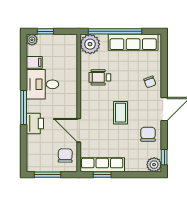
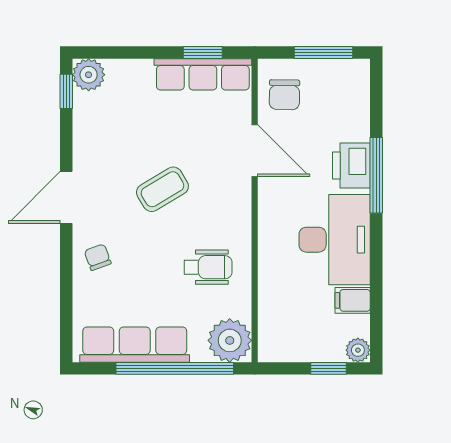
desk: (42, 84) -> (335, 240), width x1.37
window: (24, 108) -> (376, 175), moved
coffee table: (121, 113) -> (162, 189), turned 59
chair: (148, 134) -> (102, 142), removed

